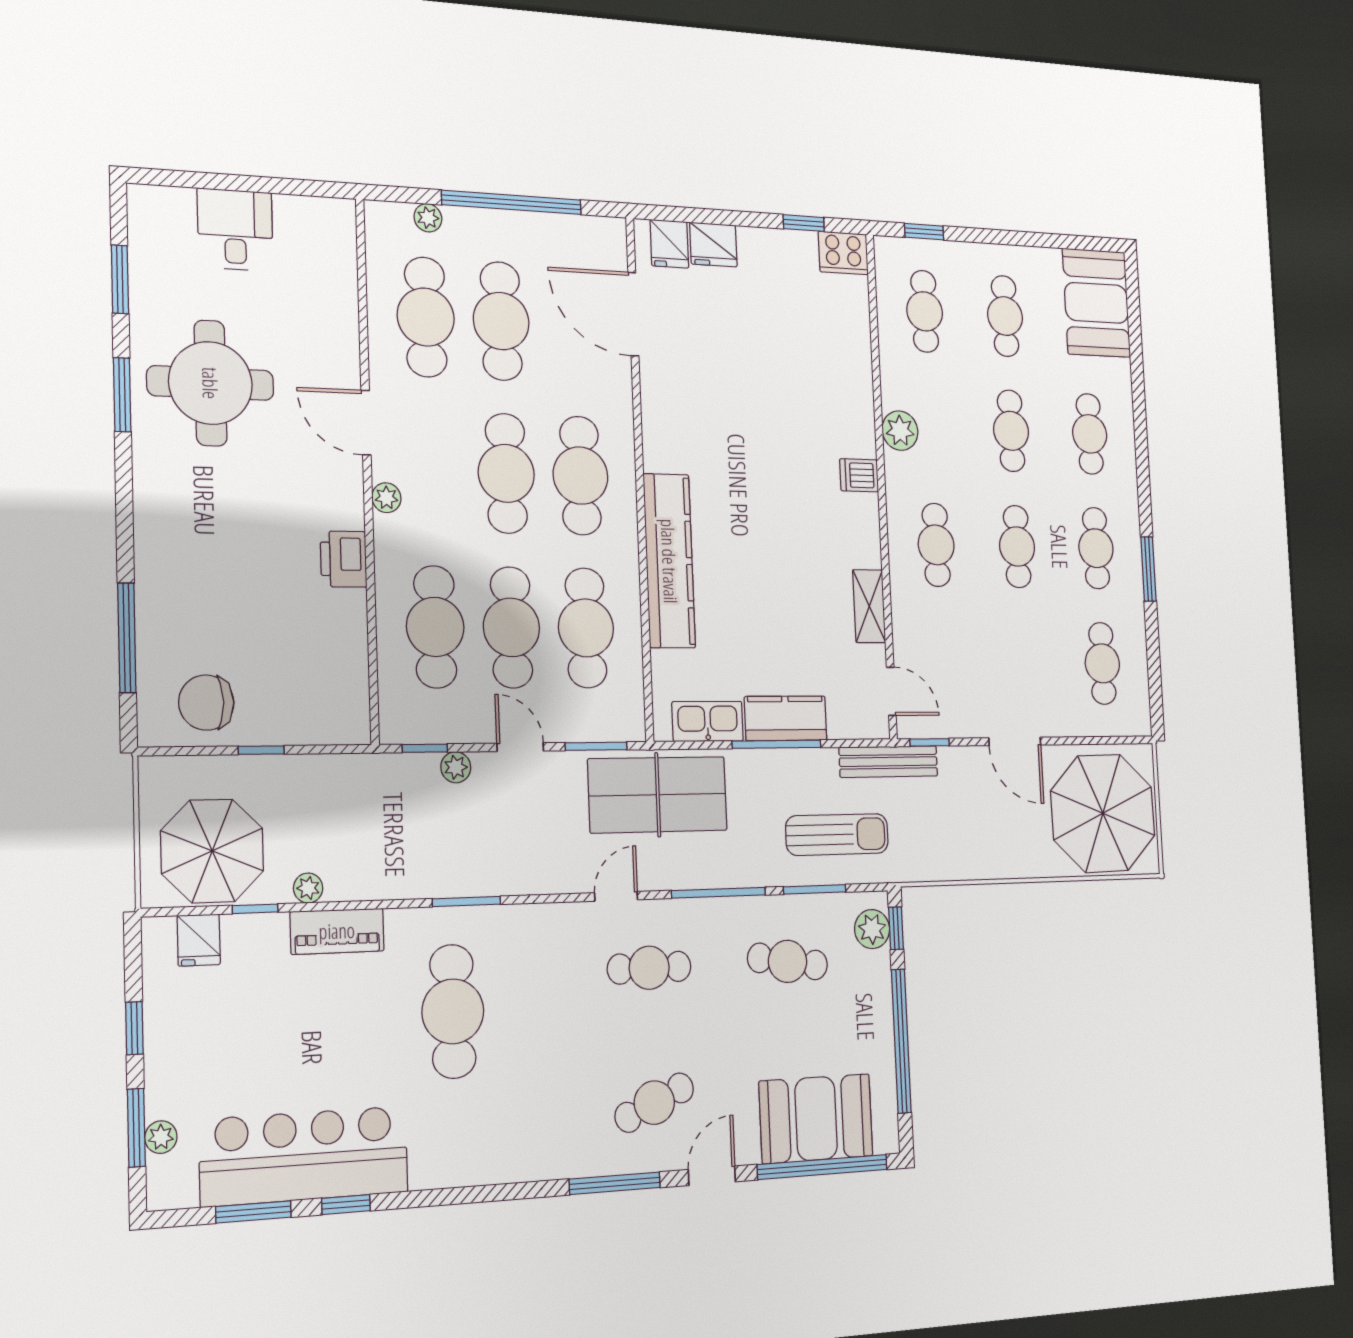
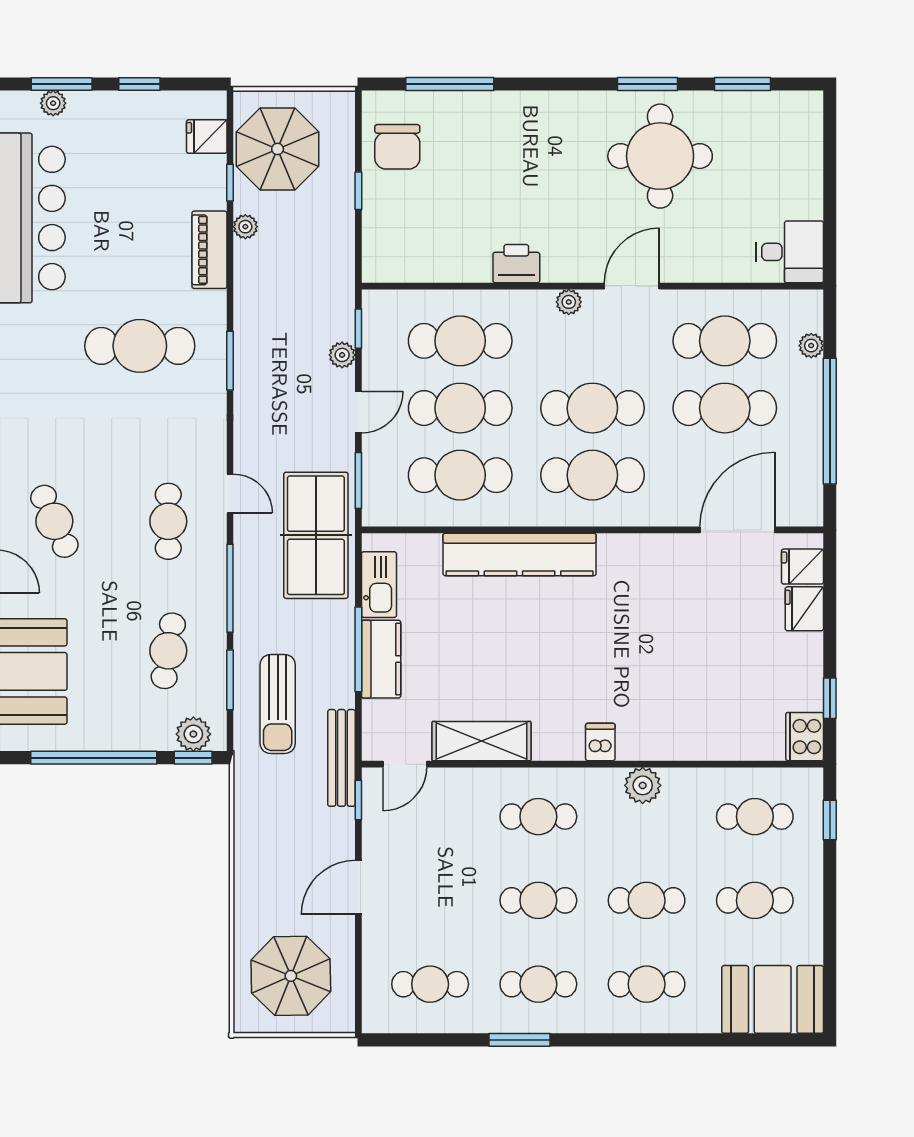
desk: (235, 230) -> (790, 252), moved
shelving: (869, 606) -> (481, 741), width x1.50, depth x1.33
chair: (206, 703) -> (397, 147), turned 180
parasol: (1103, 813) -> (291, 976), width x0.73, depth x0.73

